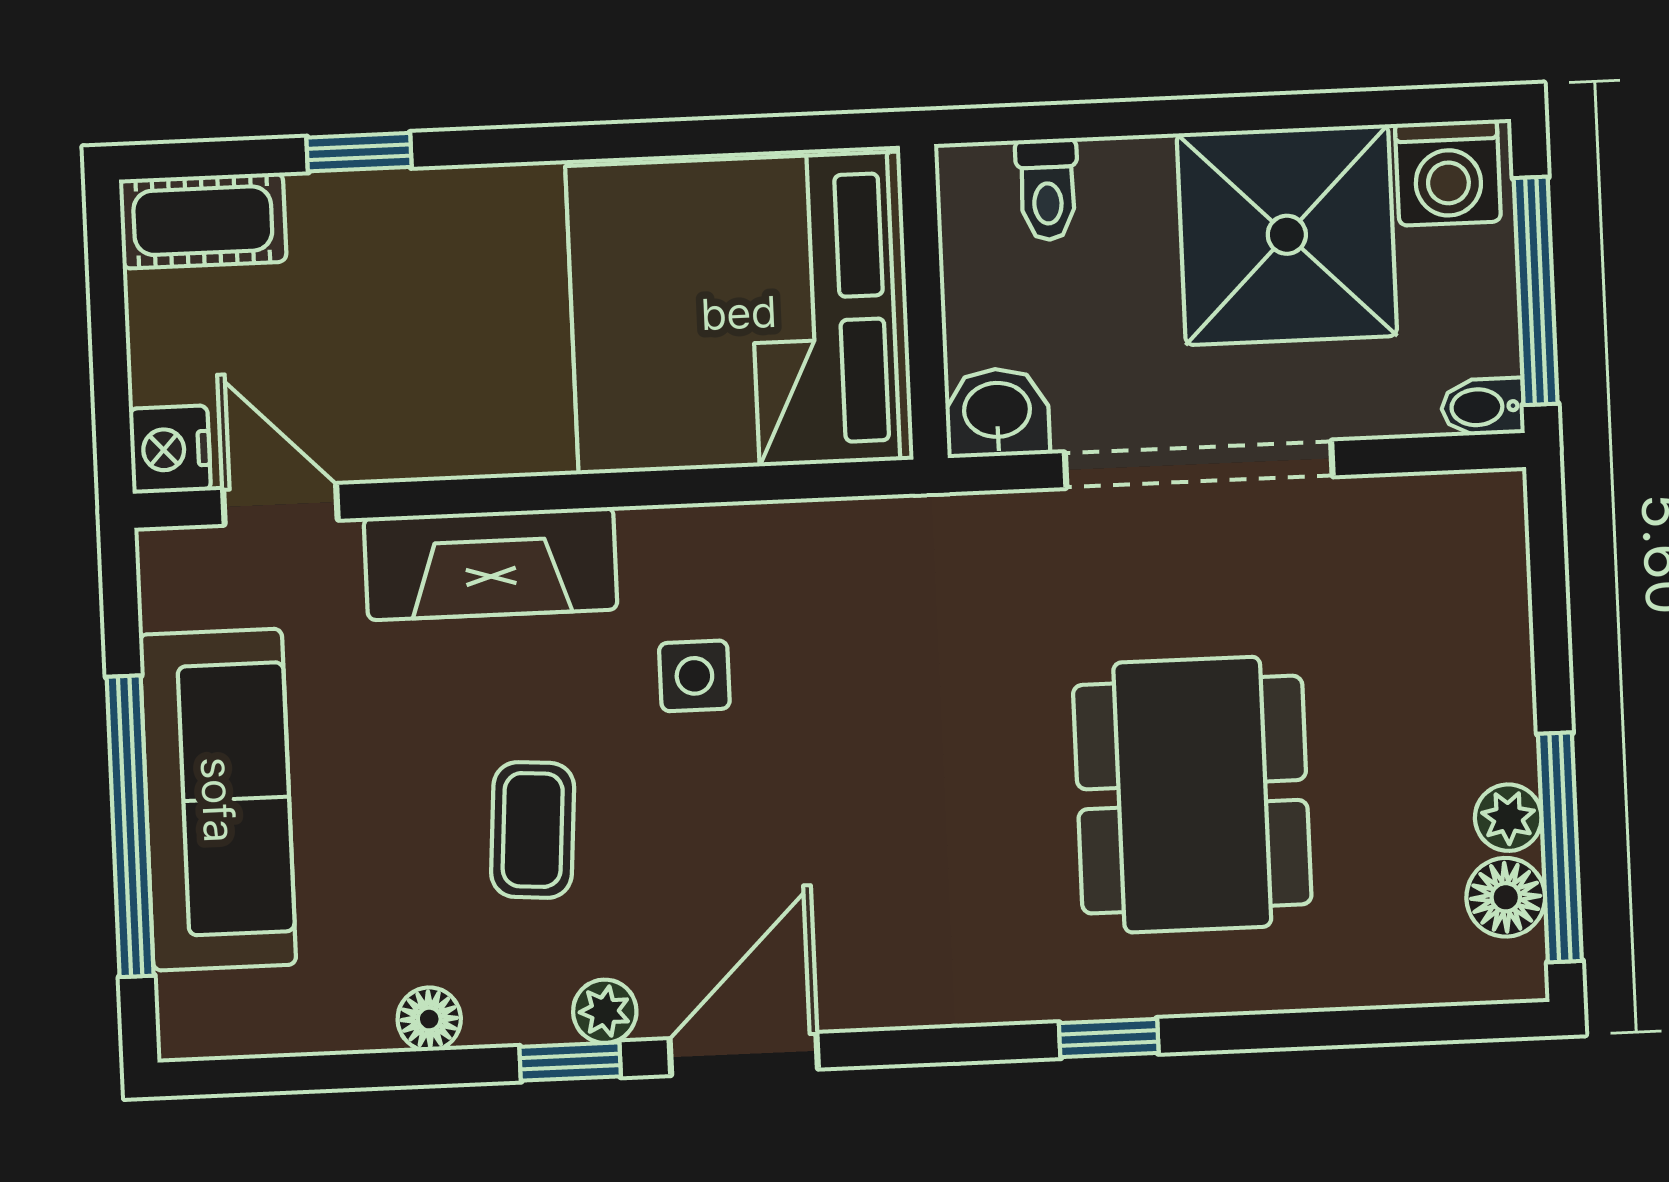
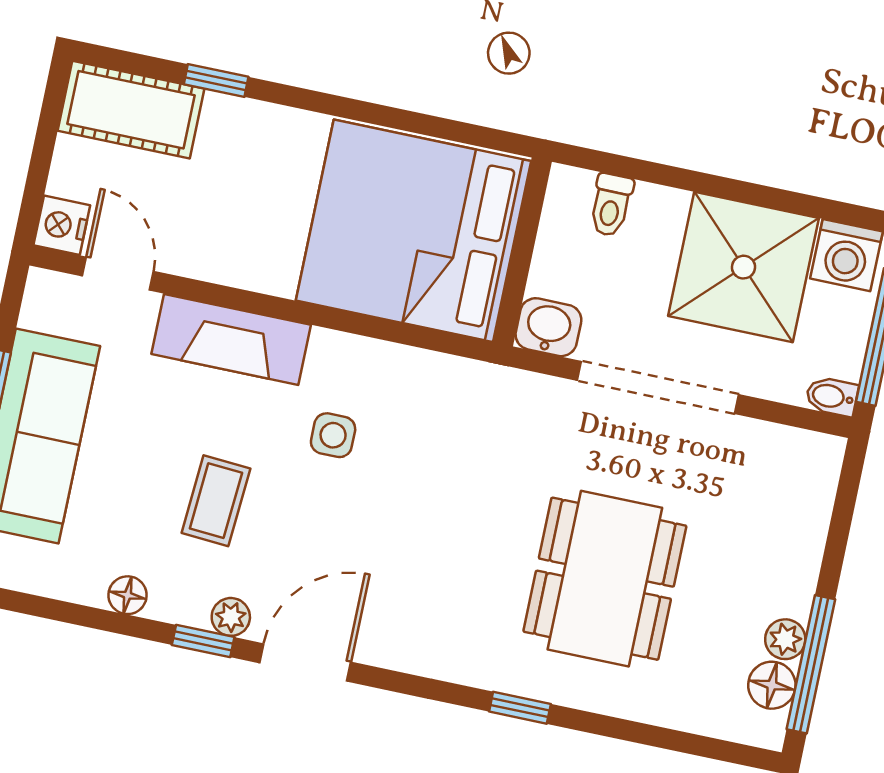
cot: (203, 221) -> (131, 110), width x1.37, depth x1.34

